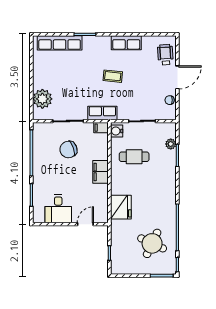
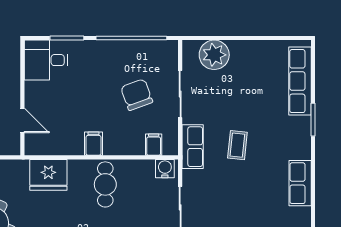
coffee table: (113, 76) -> (237, 145), moved
filing cabinet: (101, 128) -> (154, 145), moved
cafe table: (134, 157) -> (105, 184), moved
filing cabinet: (100, 172) -> (93, 144), width x0.50
desk: (58, 209) -> (46, 60), moved

